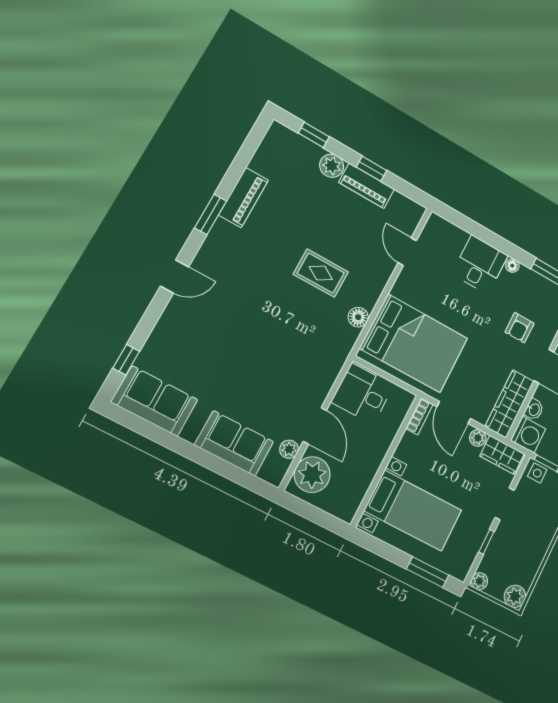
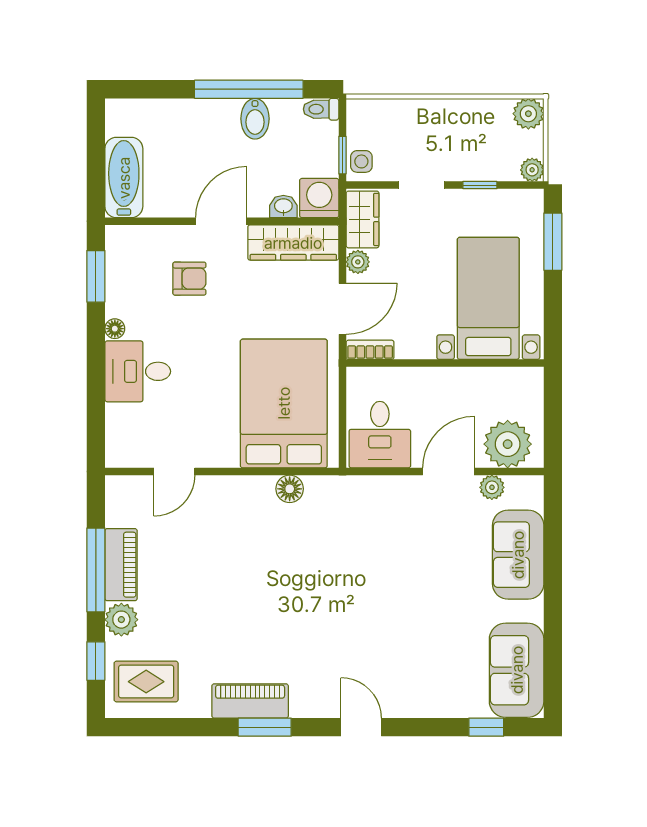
window: (372, 169) -> (96, 570), width x2.17
piano: (243, 198) -> (250, 701), moved
rug: (321, 273) -> (146, 682), moved, turned 90

